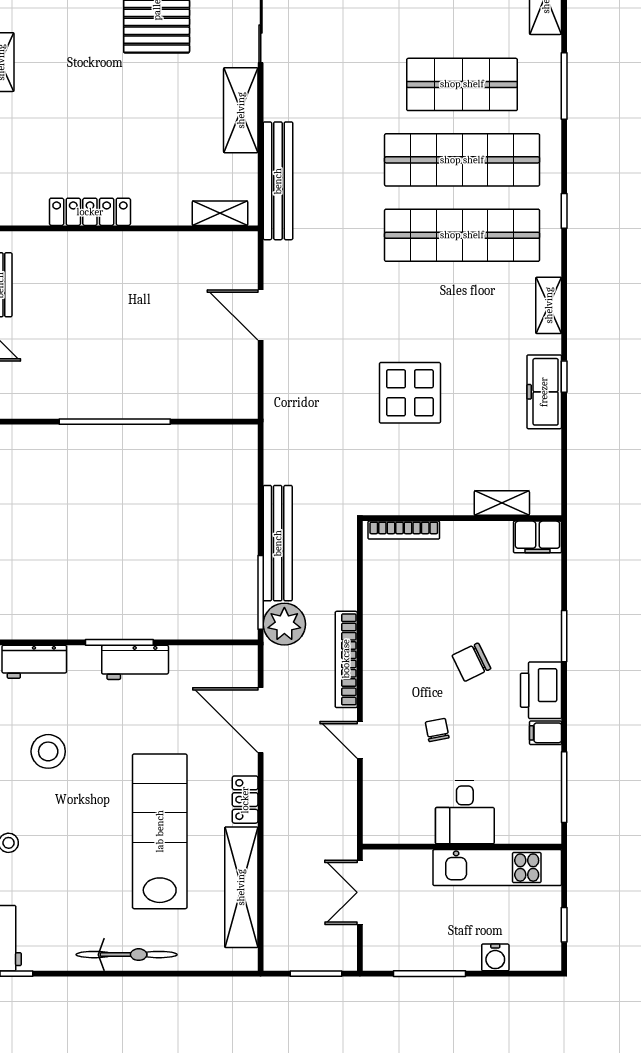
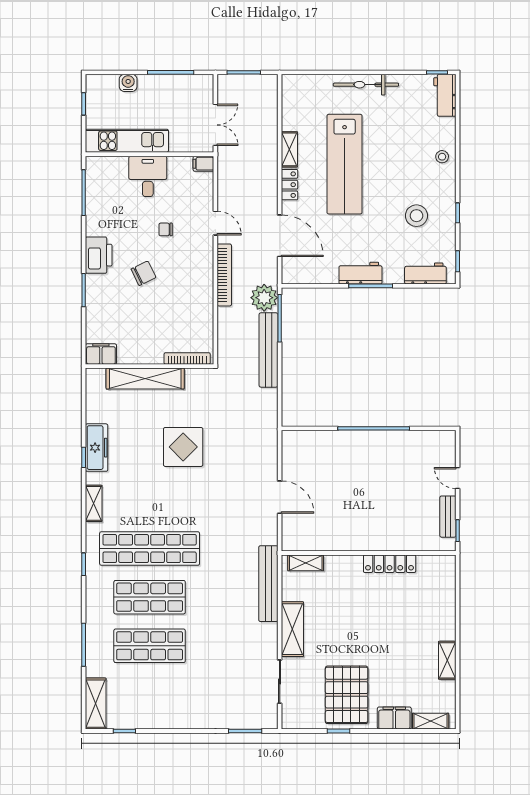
shop shelf: (462, 160) -> (150, 597), width x0.71
shelving: (502, 503) -> (145, 378), width x2.20, depth x1.33
chair: (437, 730) -> (166, 229), turned 101
filing cabinet: (546, 733) -> (203, 164), moved, turned 180
shelving: (241, 887) -> (289, 149), width x0.45, depth x0.75

